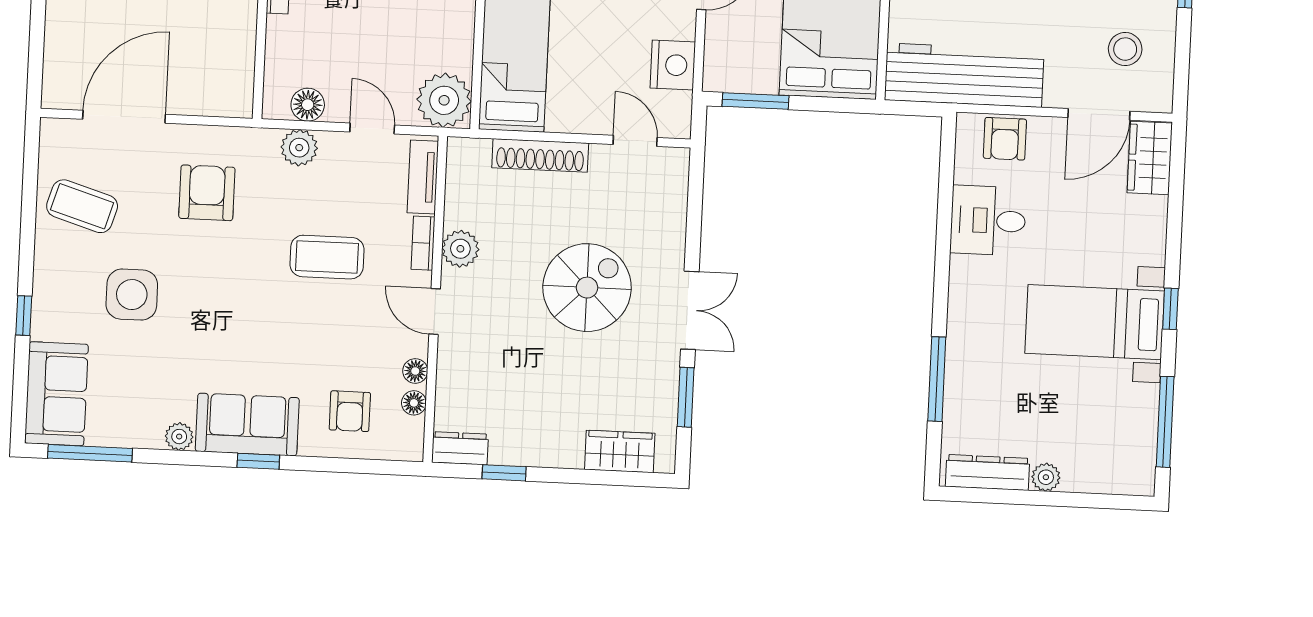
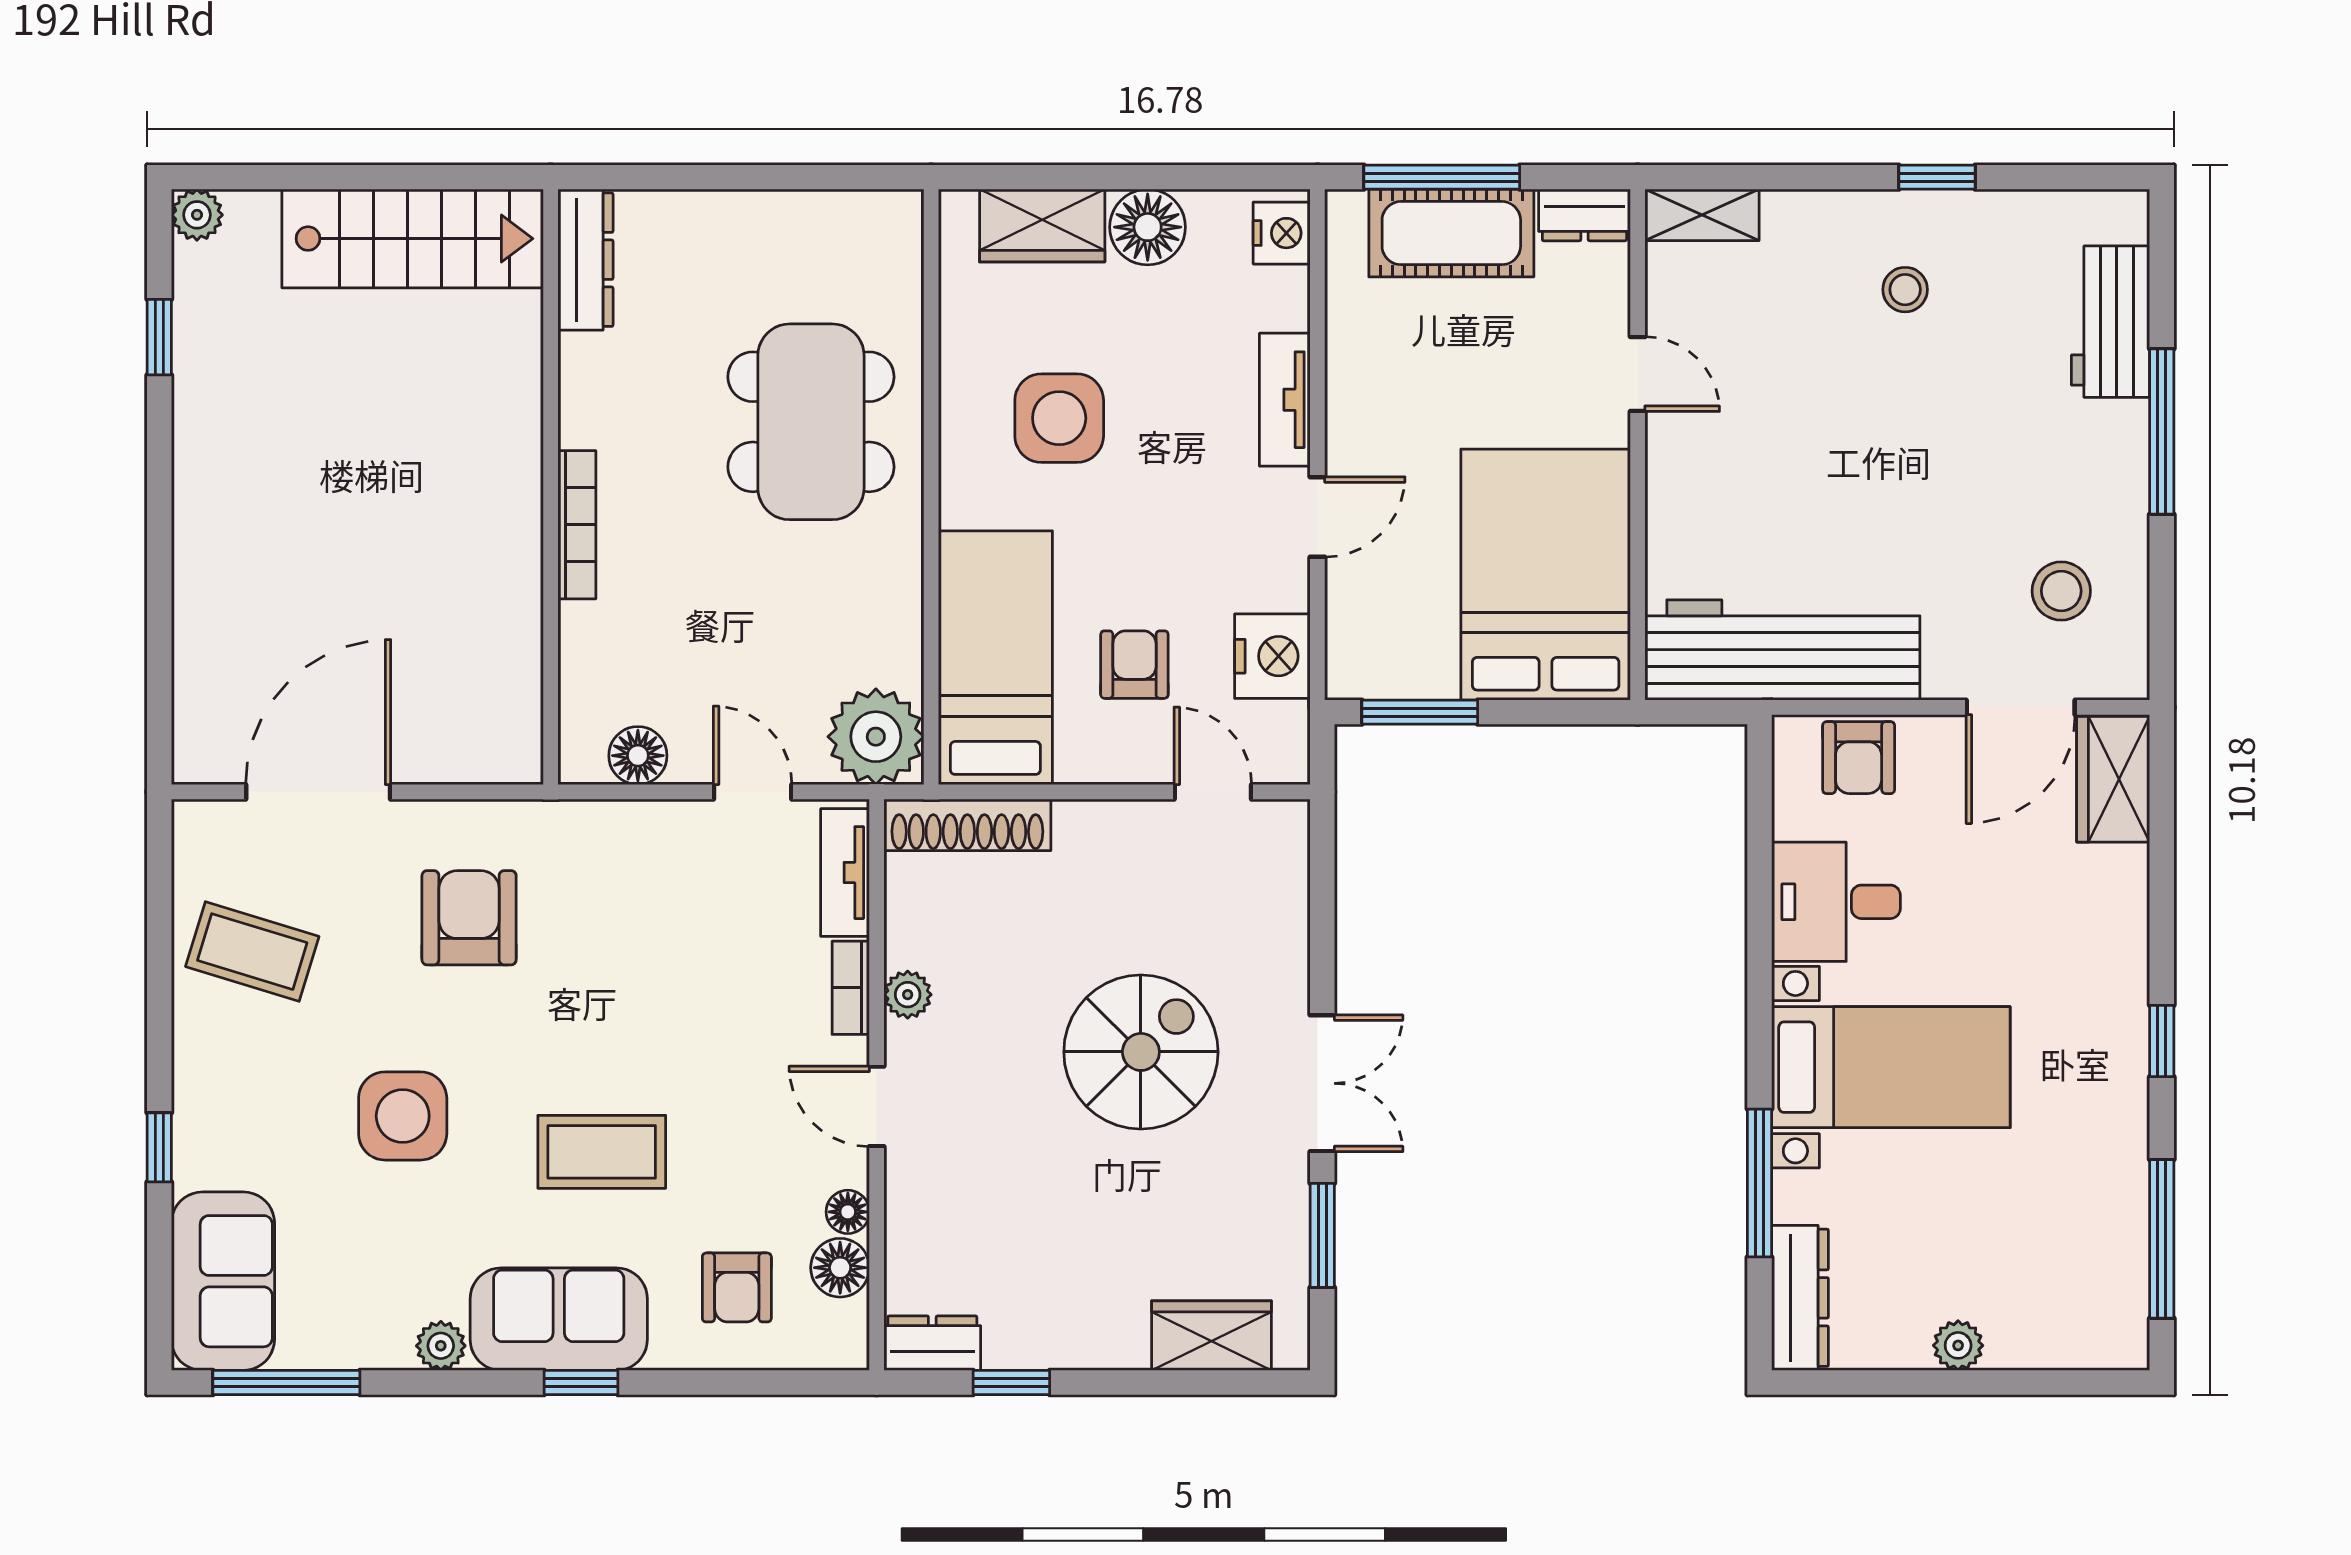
armchair: (594, 66) -> (1134, 665), added
plant: (299, 148) -> (627, 831), removed
shoe rack: (540, 155) -> (967, 825), moved
plant: (460, 249) -> (908, 995), width x0.73, depth x0.73
coffee table: (327, 257) -> (602, 1152), moved
side table: (132, 295) -> (403, 1116), moved
bed with nightstands: (1095, 322) -> (1891, 1067), moved, turned 180
floor lamp: (414, 403) -> (840, 1268), width x1.37, depth x1.37
dresser: (988, 472) -> (1800, 1298), moved, turned 90

